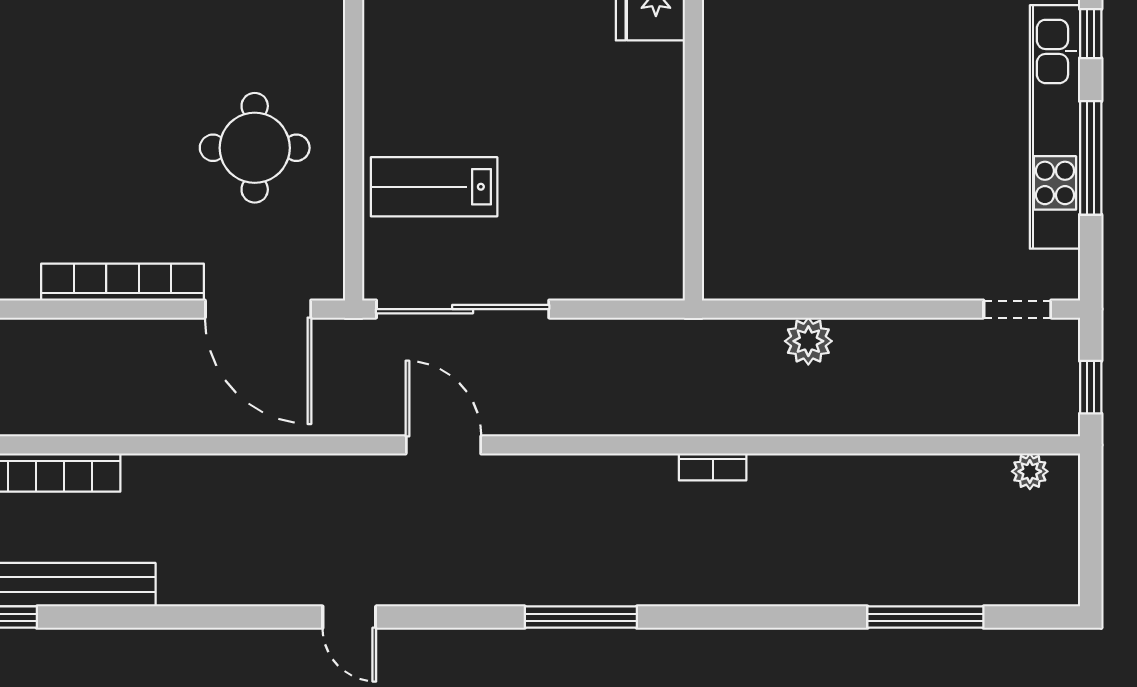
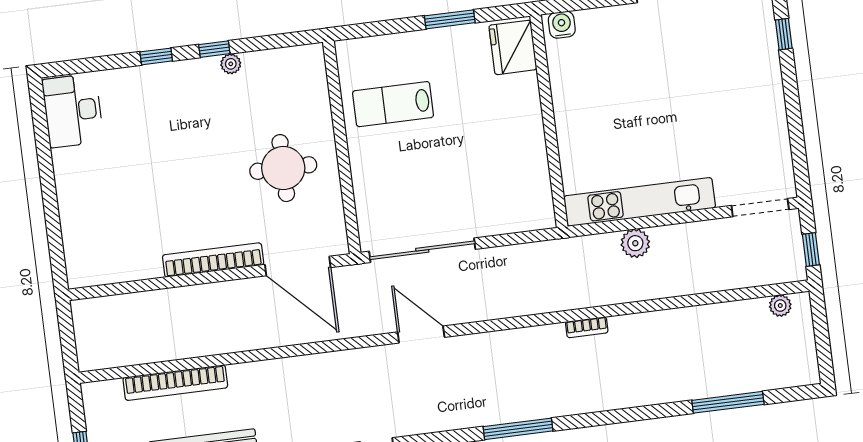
kitchen unit: (1055, 127) -> (640, 202), moved, turned 90
window: (1091, 158) -> (793, 110), removed
lab bench: (434, 187) -> (393, 104), moved
doorway: (1017, 309) -> (760, 208), width x1.38

